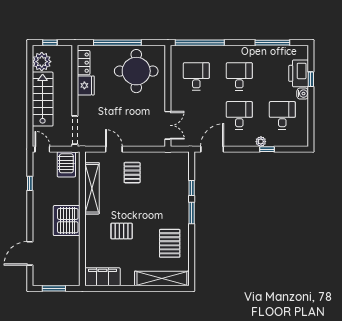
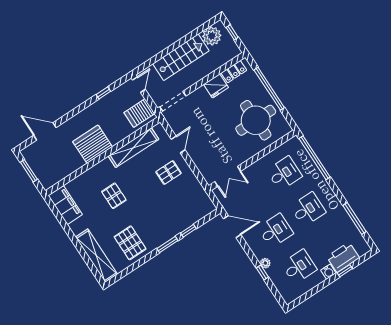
pallet: (170, 243) -> (130, 243), turned 90

